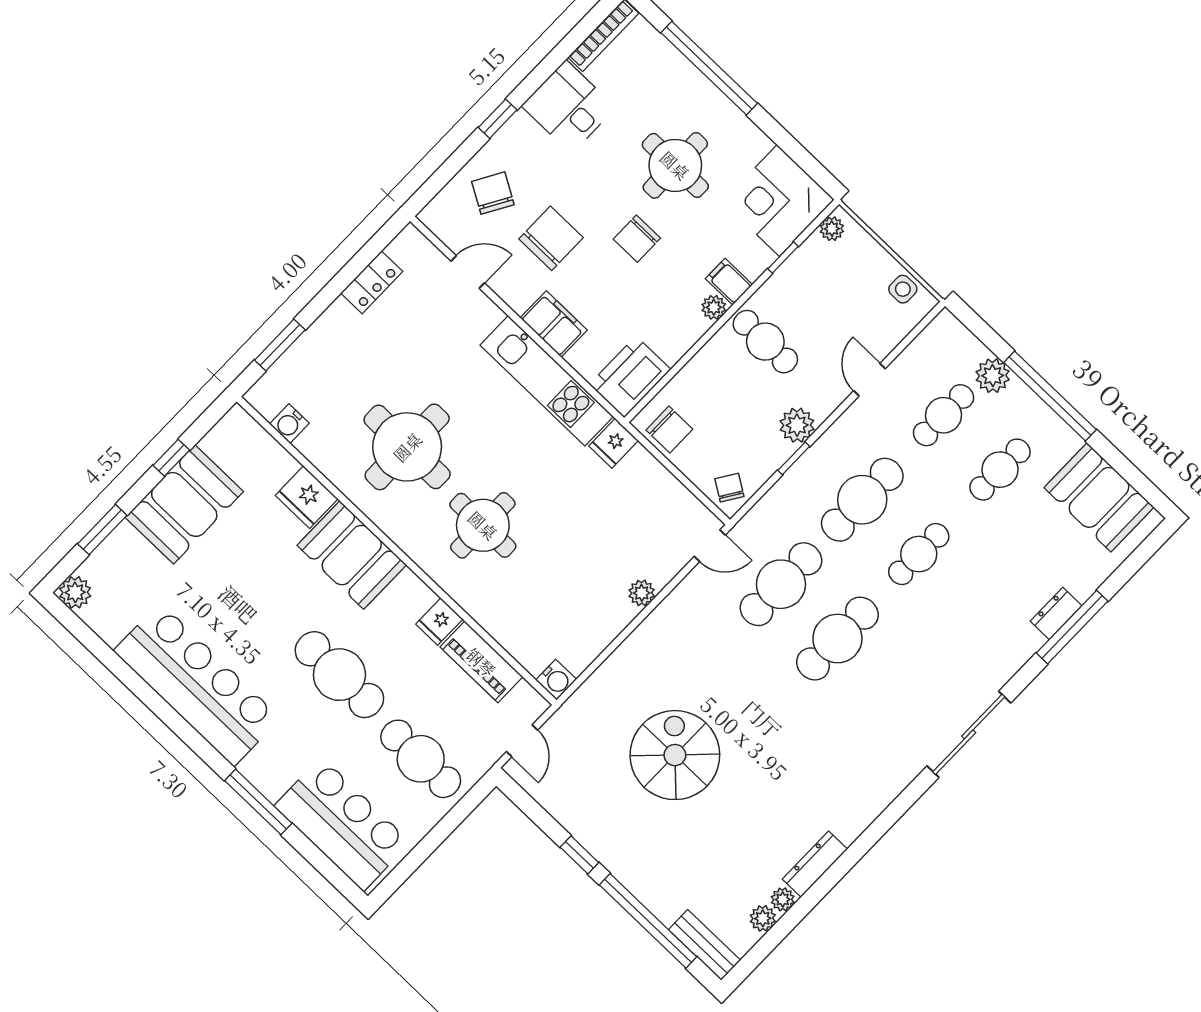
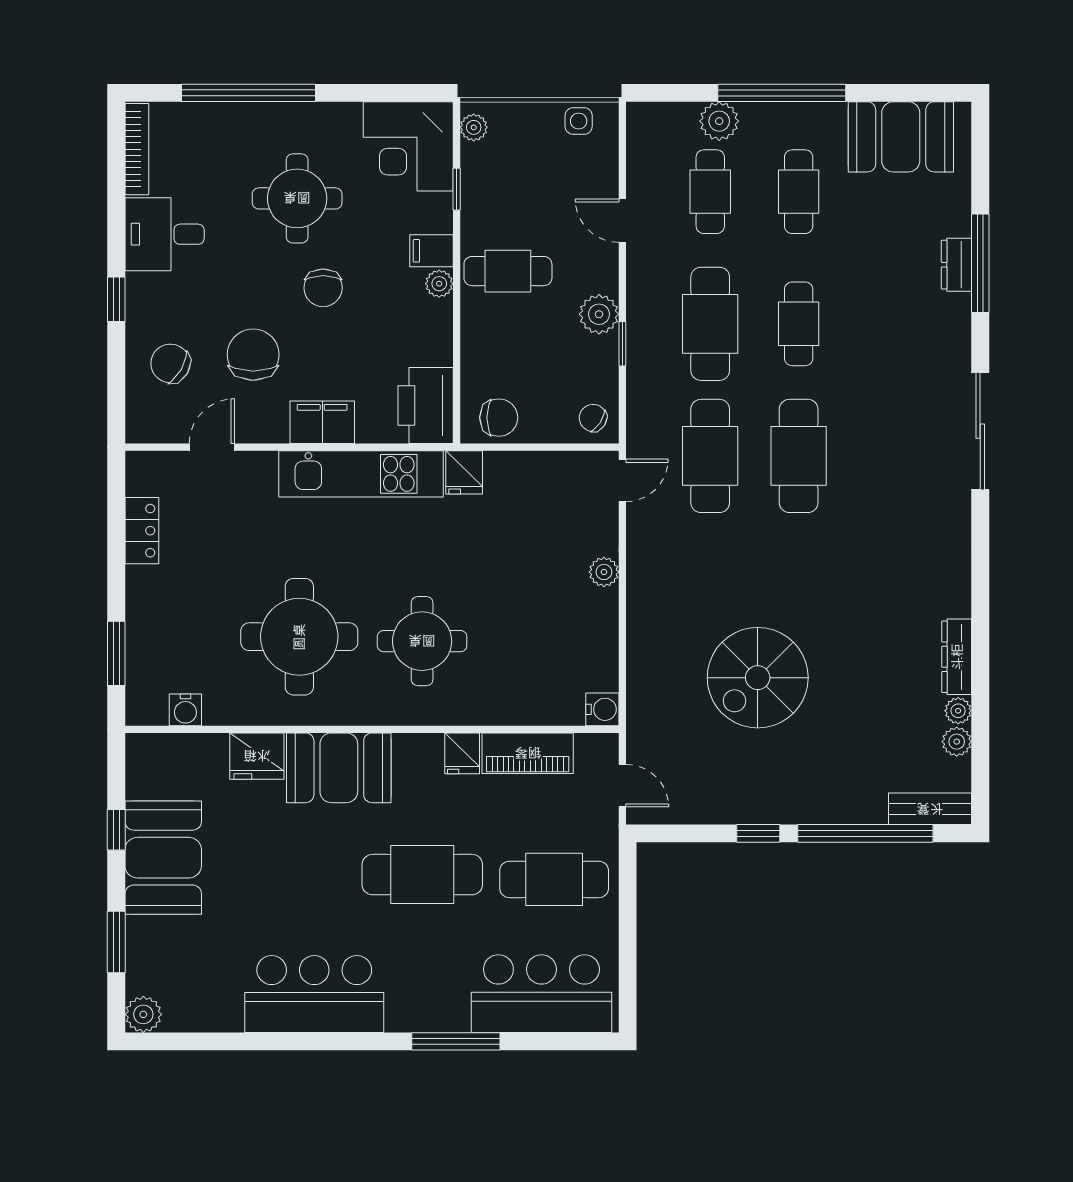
bar counter: (197, 684) -> (314, 994), width x0.73
spiral stairs: (675, 755) -> (758, 678), turned -90

